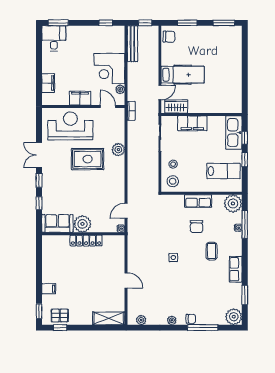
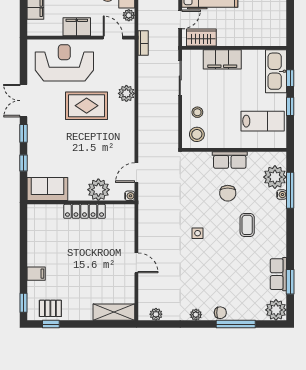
plant: (233, 204) -> (275, 177), moved
plant: (82, 224) -> (98, 190), moved
row of seats: (236, 269) -> (278, 274), moved

